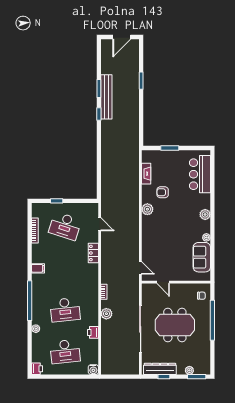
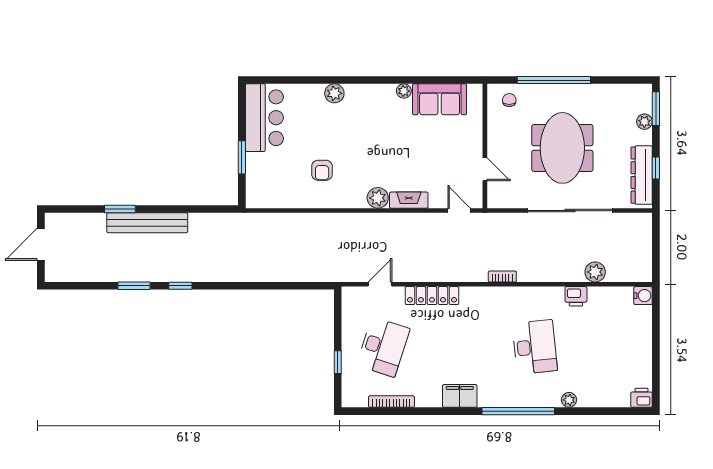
door: (122, 37) -> (41, 244), swing flipped
bench: (106, 97) -> (147, 223), moved
fireplace: (146, 174) -> (409, 200), moved
bar counter: (200, 174) -> (264, 118), moved, turned -90
plant: (147, 209) -> (378, 198), moved
plant: (205, 214) -> (334, 93), moved
locker: (93, 253) -> (432, 296), width x1.53
filing cabinet: (38, 268) -> (460, 396), width x2.00
door: (140, 268) -> (459, 211), hinge flipped
door: (163, 282) -> (485, 169), hinge flipped
plant: (106, 314) -> (595, 272), moved
desk: (65, 352) -> (610, 347), removed

